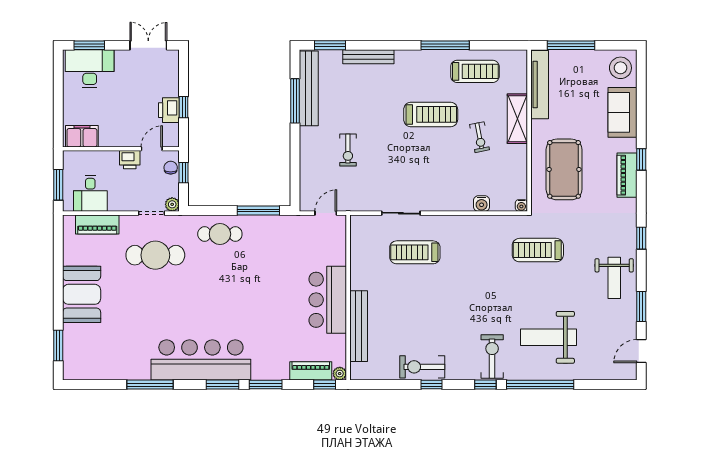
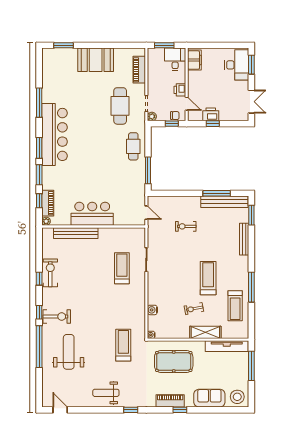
treadmill: (431, 114) -> (208, 278), turned 180
desk: (90, 193) -> (175, 59), moved, turned 90
window: (641, 306) -> (88, 410), removed
window: (325, 385) -> (39, 201), moved

